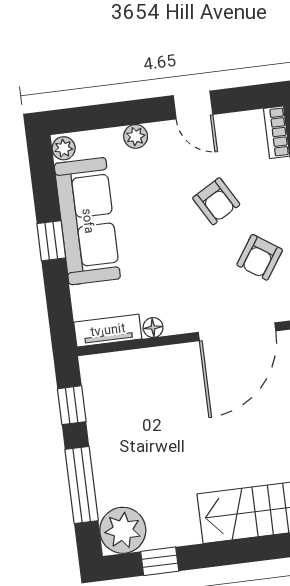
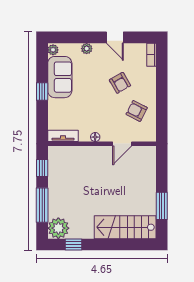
sofa: (87, 221) -> (60, 77), width x0.73
armchair: (260, 257) -> (137, 111), turned 83
floor lamp: (153, 328) -> (95, 137), moved
door: (237, 332) -> (122, 144), width x0.53

